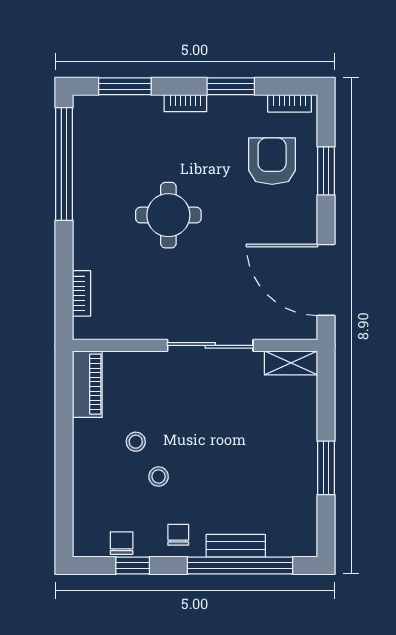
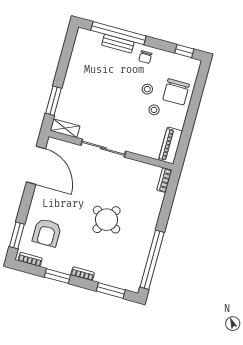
window: (326, 171) -> (17, 235), moved
round table: (168, 215) -> (107, 220), turned 31
bookcase: (82, 293) -> (164, 180), moved
window: (326, 468) -> (54, 101), moved
chair: (122, 543) -> (176, 92), moved, width x1.87, depth x1.87
window: (133, 565) -> (184, 51), moved

